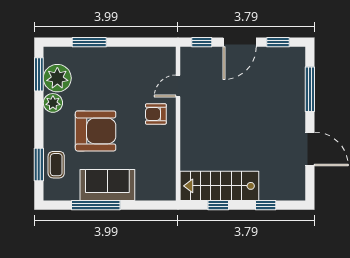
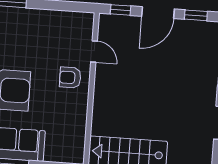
door: (178, 86) -> (94, 52), swing flipped

